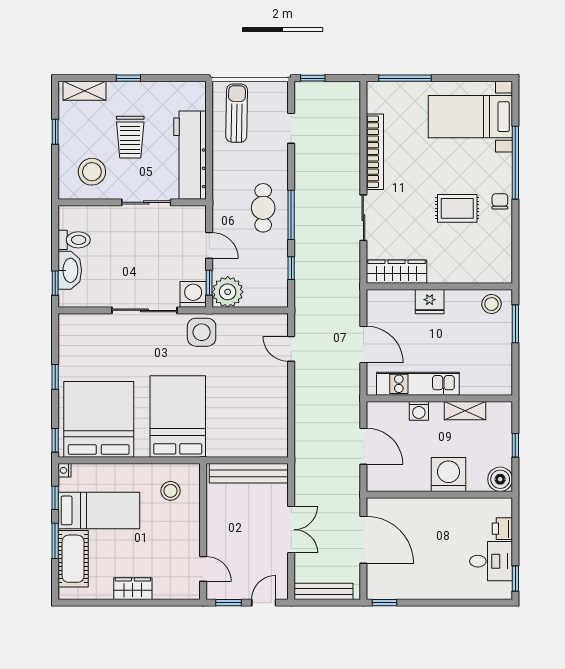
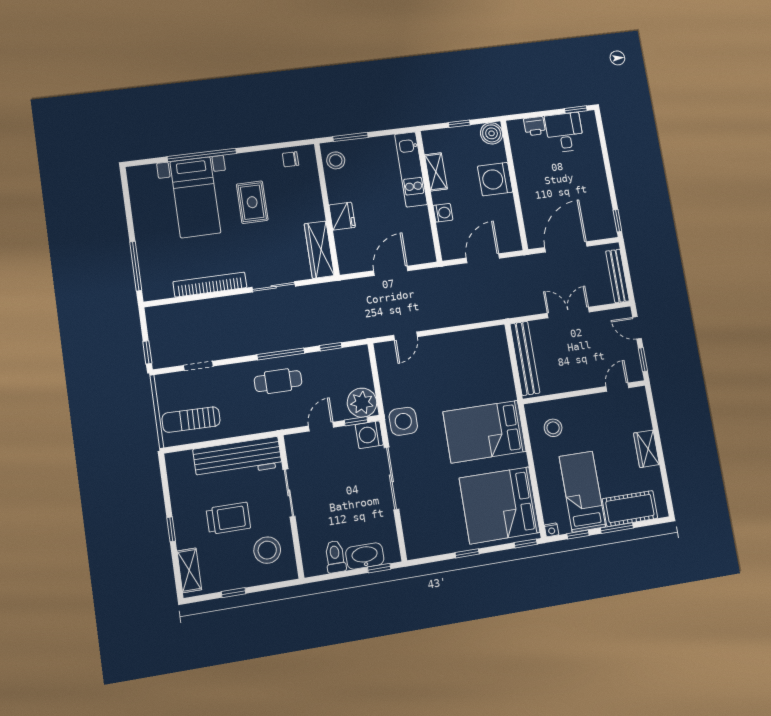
bed with nightstands: (470, 117) -> (195, 197), moved
chair: (500, 201) -> (291, 159), moved
kitchen unit: (418, 384) -> (411, 169), moved

